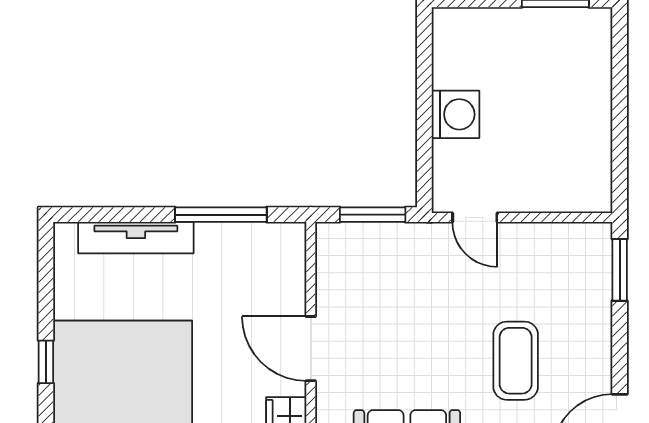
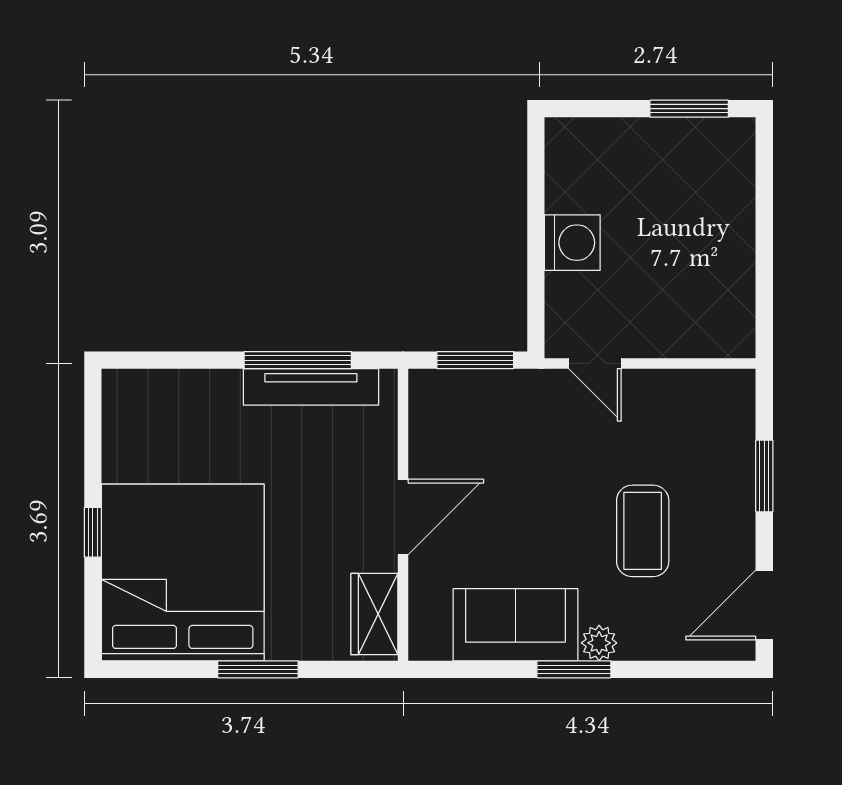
tv unit: (136, 238) -> (311, 387), moved
window: (620, 270) -> (764, 476), moved
door: (311, 349) -> (403, 517), swing flipped

